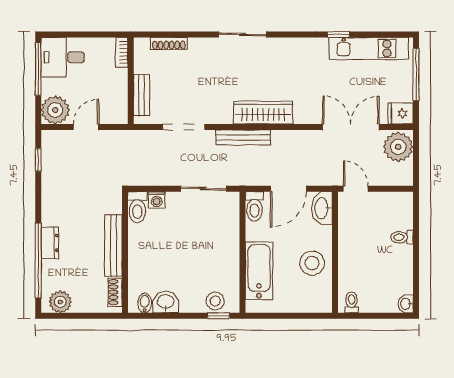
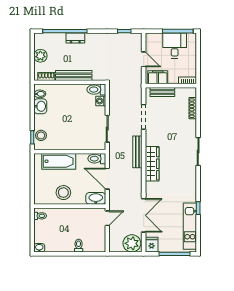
desk: (63, 57) -> (175, 46), moved
filing cabinet: (117, 103) -> (158, 77), added
plant: (55, 110) -> (154, 41), removed
plant: (60, 302) -> (40, 56), moved

